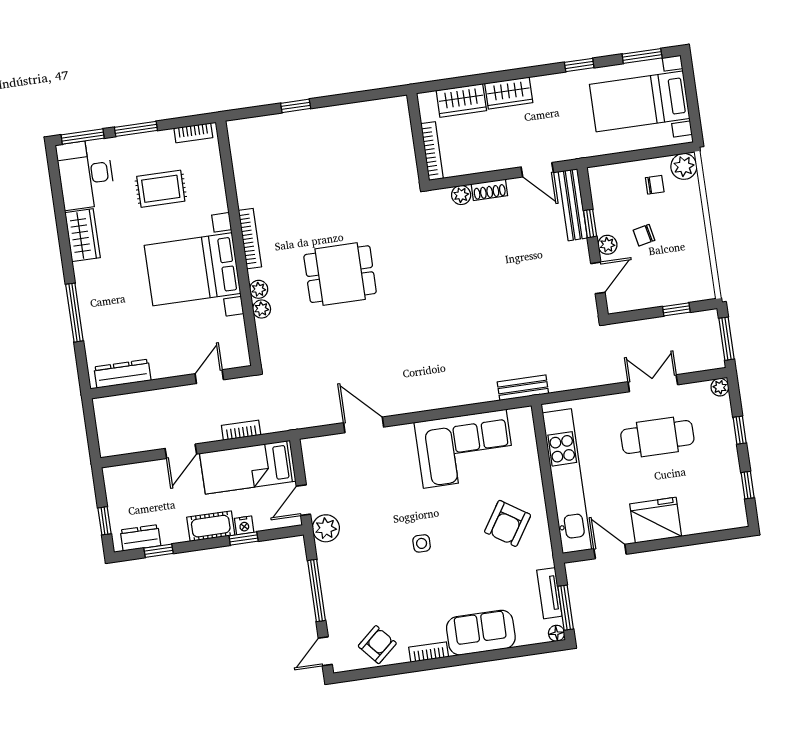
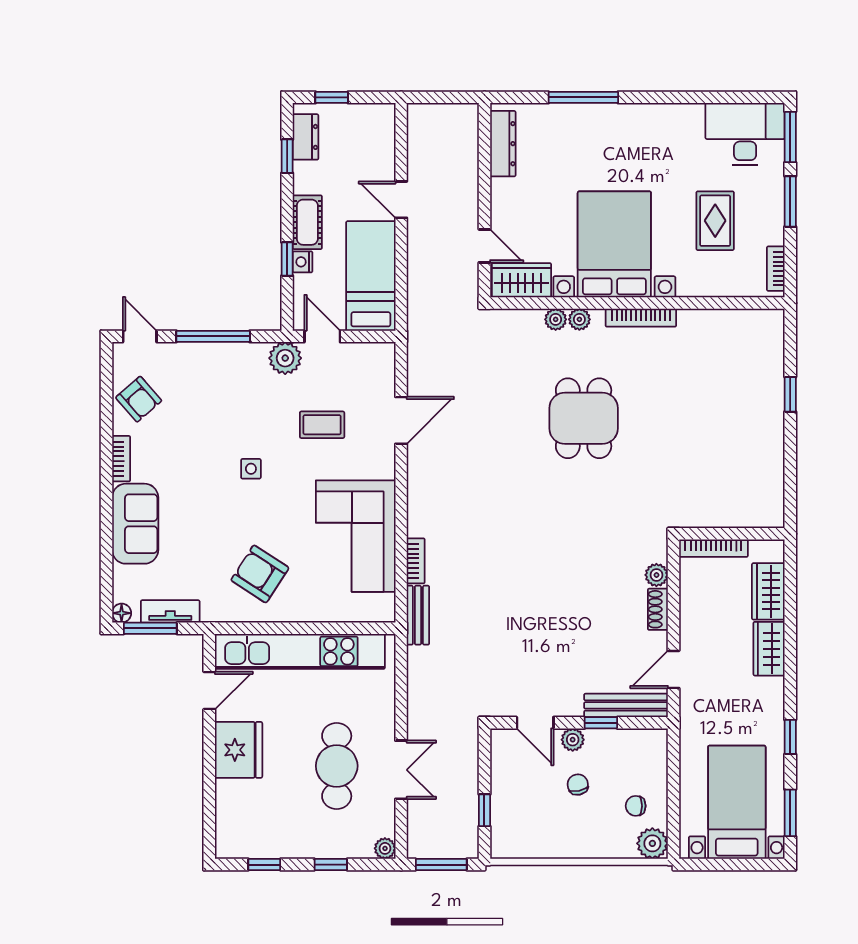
chair: (655, 185) -> (636, 806), turned 90
wardrobe: (83, 235) -> (521, 280), moved, turned 180
bookcase: (241, 430) -> (416, 561), moved
coffee table: (377, 490) -> (322, 425), added

